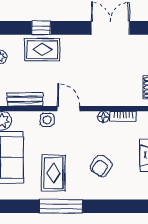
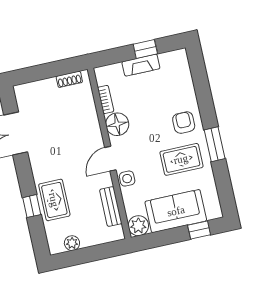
floor lamp: (103, 117) -> (117, 124), width x1.89, depth x1.89
armchair: (101, 166) -> (184, 123), moved, turned -124
window: (61, 206) -> (215, 144), width x0.69

